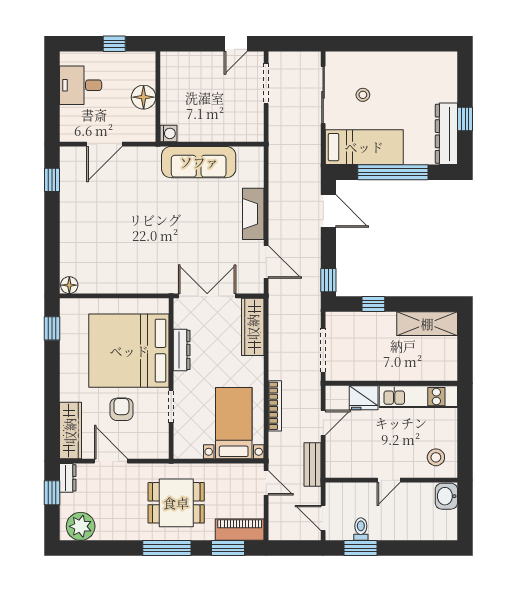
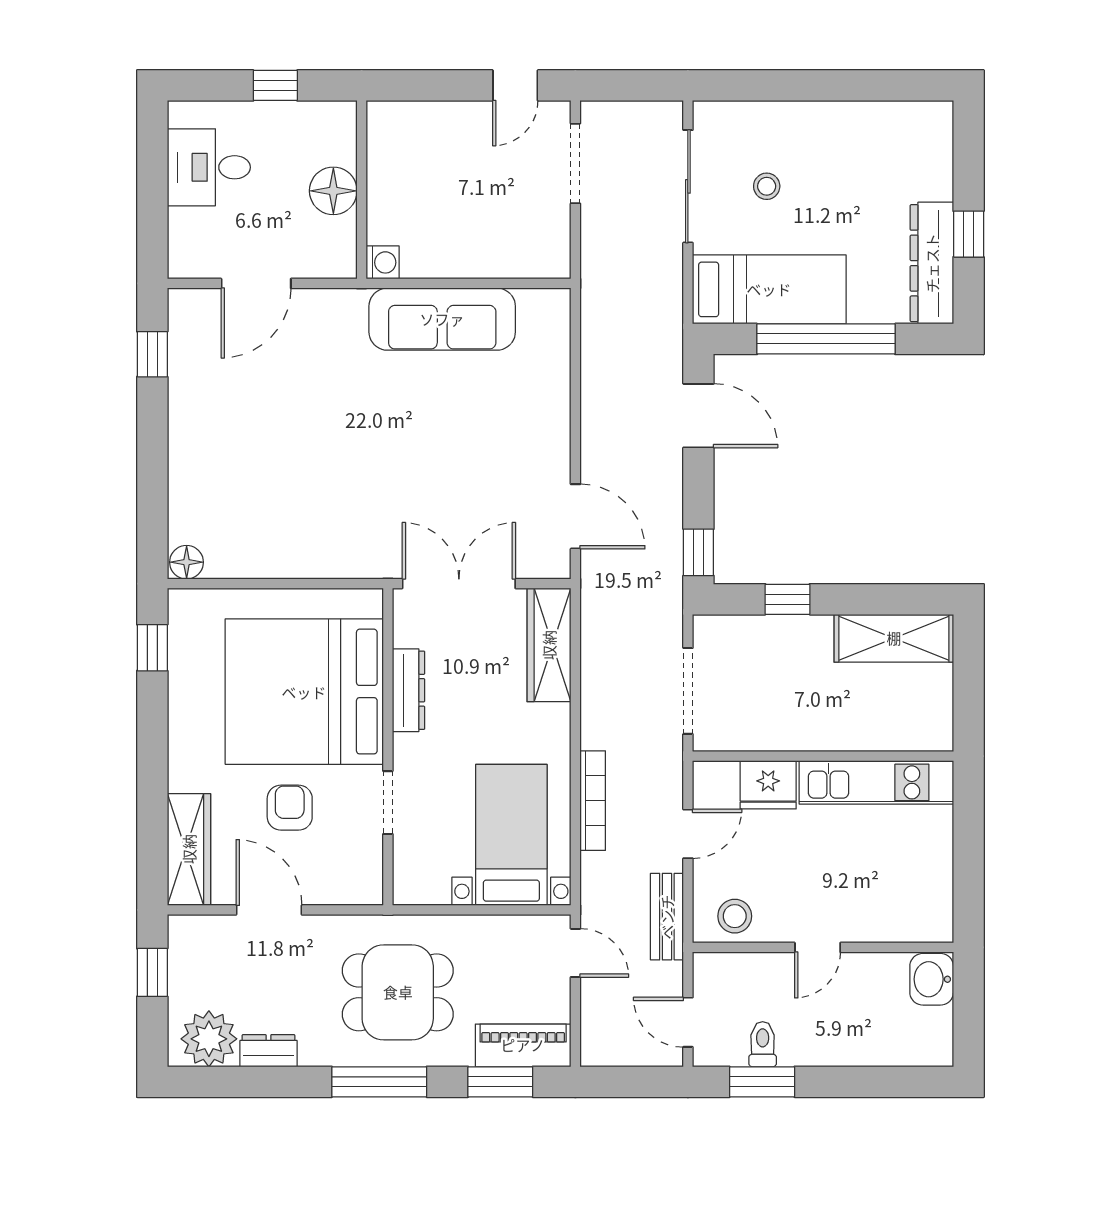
fireplace: (253, 214) -> (550, 421), removed
stool: (436, 457) -> (735, 916), moved
dresser: (68, 478) -> (268, 1051), moved, turned -90

